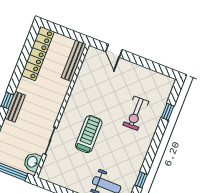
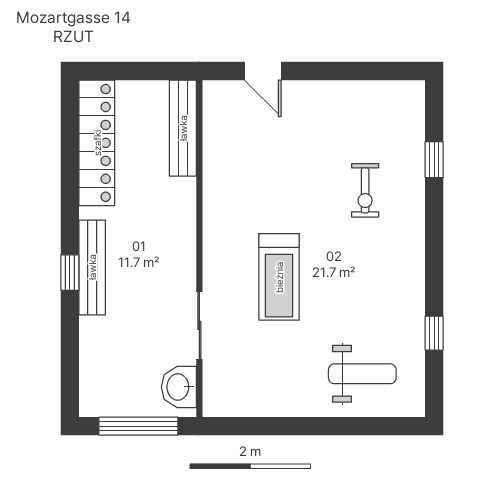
bench: (15, 107) -> (92, 267), width x1.36
exercise bike: (136, 113) -> (365, 190), width x0.73, depth x0.72
treadmill: (89, 134) -> (279, 277), turned 180

